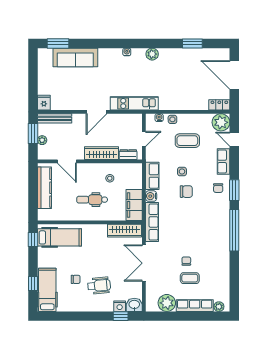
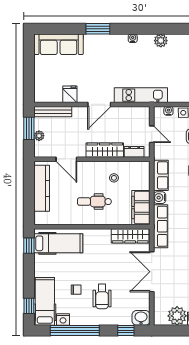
window: (58, 43) -> (98, 29), moved
sofa: (75, 57) -> (59, 44), moved
fridge: (44, 103) -> (70, 94), moved
door: (144, 139) -> (152, 134), hinge flipped
window: (33, 283) -> (29, 306), moved
wheelchair: (99, 286) -> (102, 297), turned 95
nightstand: (120, 306) -> (63, 319), moved
window: (74, 316) -> (75, 330), added

